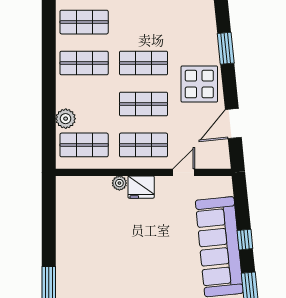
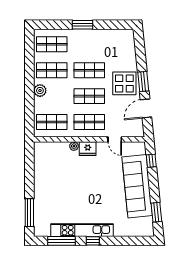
window: (226, 48) -> (143, 81), moved
plant: (66, 119) -> (40, 91), moved
door: (184, 172) -> (115, 139), swing flipped
window: (245, 240) -> (151, 161), moved

